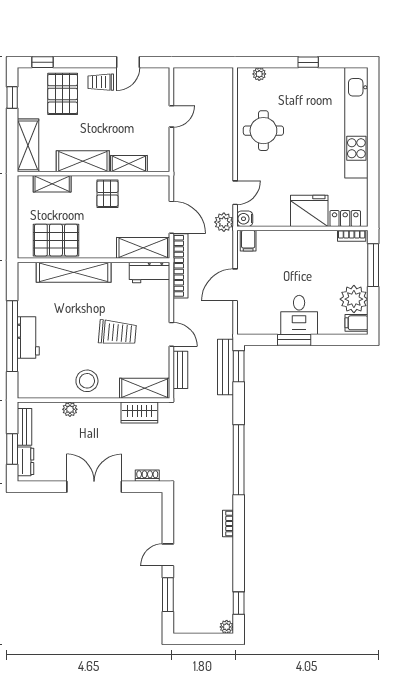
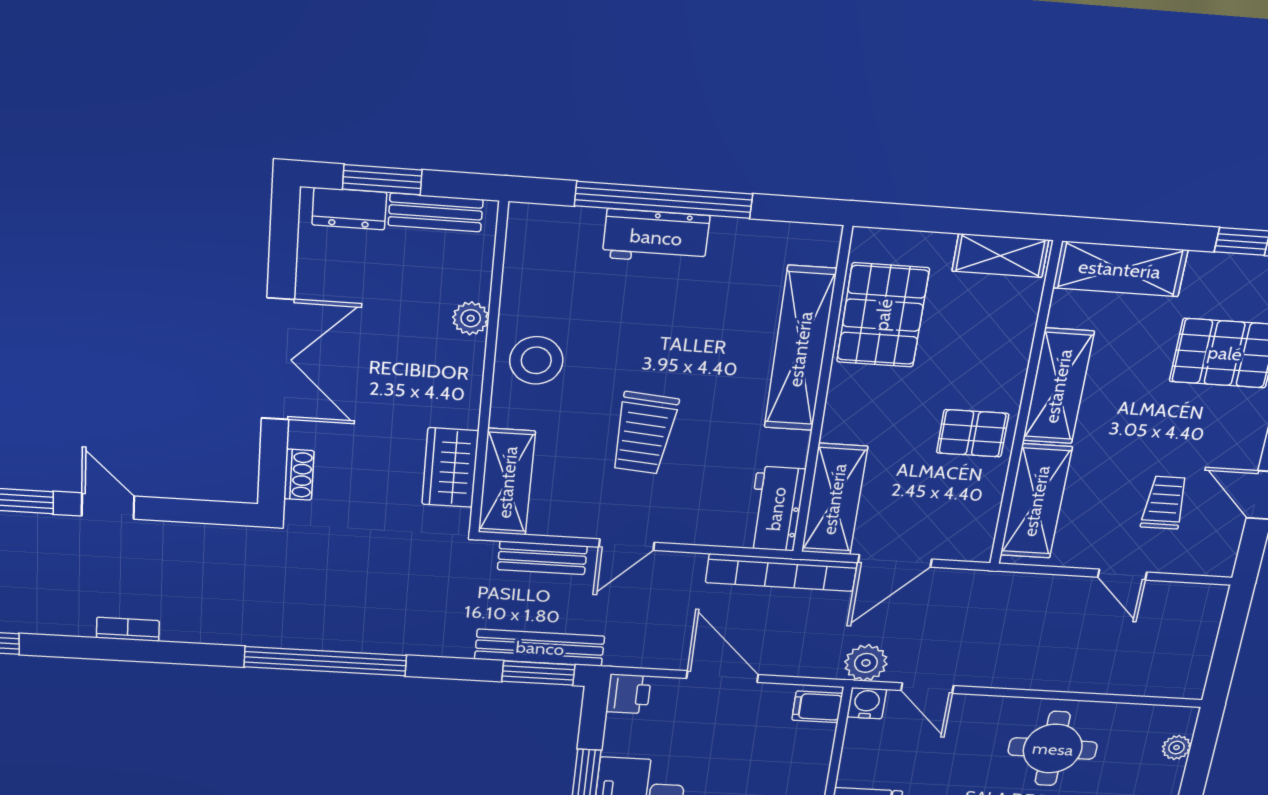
trolley: (101, 82) -> (1165, 503), moved
shelving: (129, 164) -> (1036, 501), width x1.50, depth x1.33
shelving: (52, 184) -> (1000, 256), moved, turned 90
printer: (247, 325) -> (629, 694), added
bookcase: (228, 523) -> (128, 629), moved

